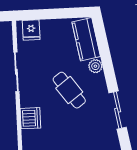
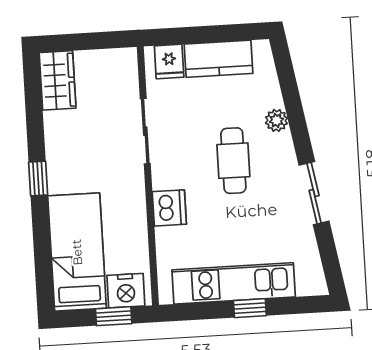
kitchen counter: (86, 39) -> (219, 59), moved, turned -80
cafe table: (69, 90) -> (233, 161), turned 36

